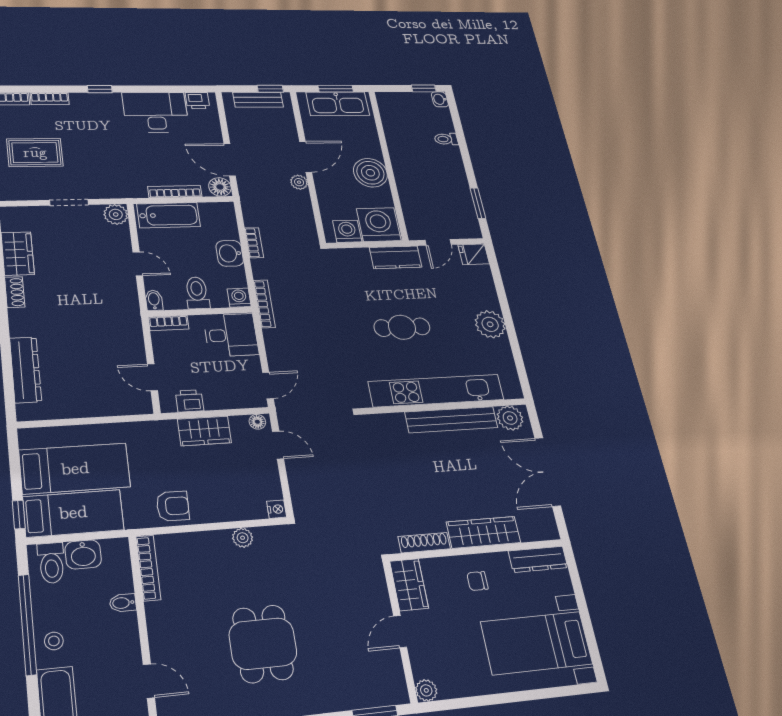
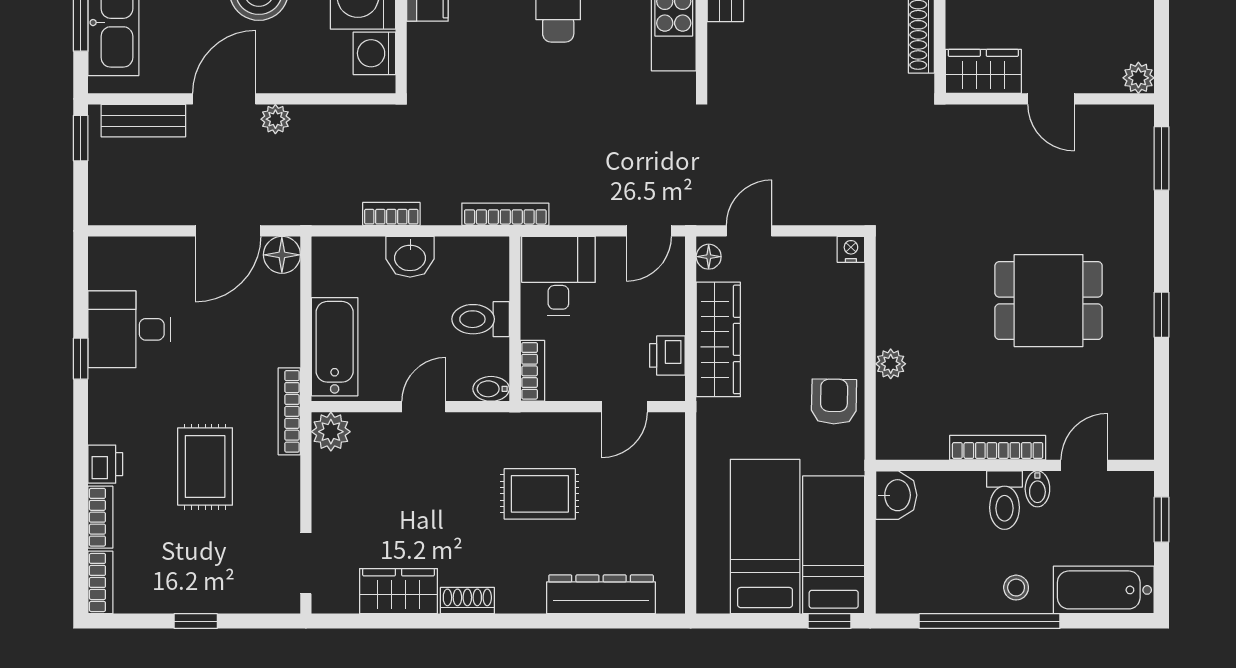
window: (100, 89) -> (81, 359), moved
bench: (258, 100) -> (143, 121), moved, turned 90
printer: (198, 101) -> (105, 464), moved
desk: (156, 112) -> (129, 329), width x0.73
rug: (35, 153) -> (205, 467), moved
door: (306, 157) -> (224, 99), hinge flipped
bookcase: (175, 192) -> (289, 411), moved
doorway: (69, 202) -> (306, 563), moved
washing machine: (239, 298) -> (492, 253), removed
rug: (89, 331) -> (540, 494), added
door: (268, 386) -> (649, 231), swing flipped
wardrobe: (204, 431) -> (718, 339), width x1.50
plant: (243, 538) -> (891, 364), moved
washbasin: (83, 554) -> (896, 495), moved
toilet: (51, 563) -> (1004, 500), moved, turned 90
bookcase: (148, 568) -> (998, 448), moved
bidet: (123, 603) -> (1037, 489), moved

